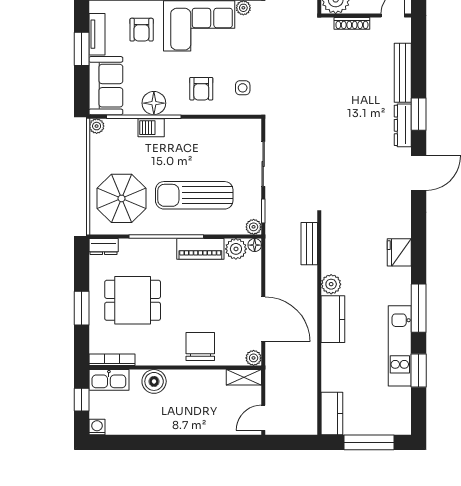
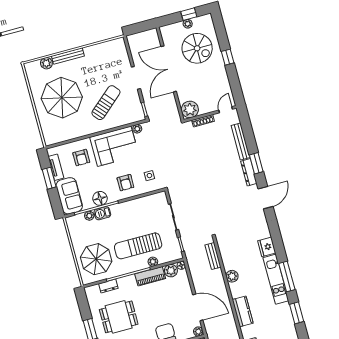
plant: (97, 126) -> (89, 216), moved
plant: (254, 227) -> (153, 262), moved
dresser: (104, 247) -> (108, 286), moved
kitchen counter: (333, 319) -> (243, 311), moved
kitchen unit: (400, 346) -> (276, 279), moved

